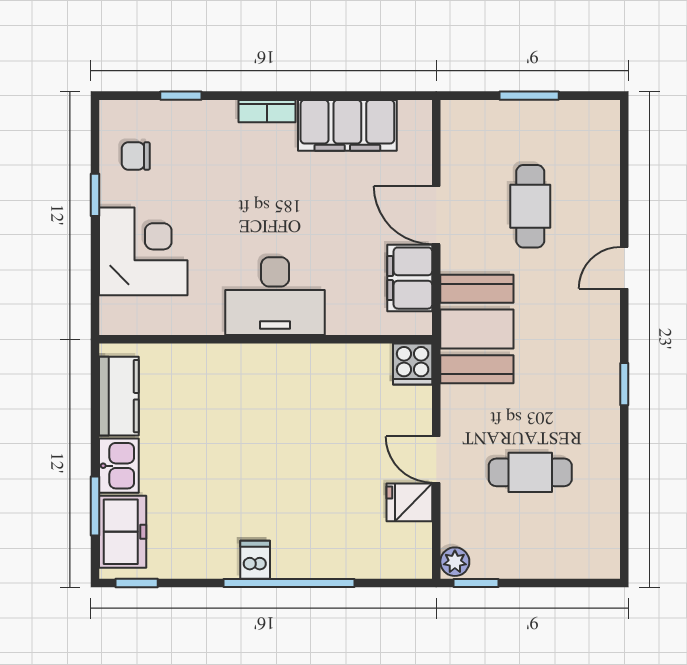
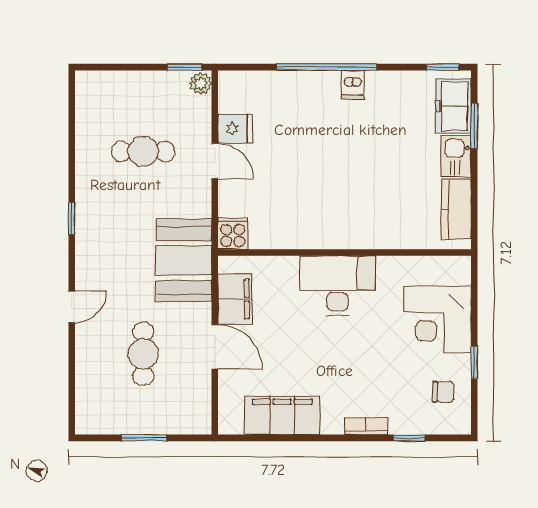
bookcase: (267, 111) -> (366, 426), moved

